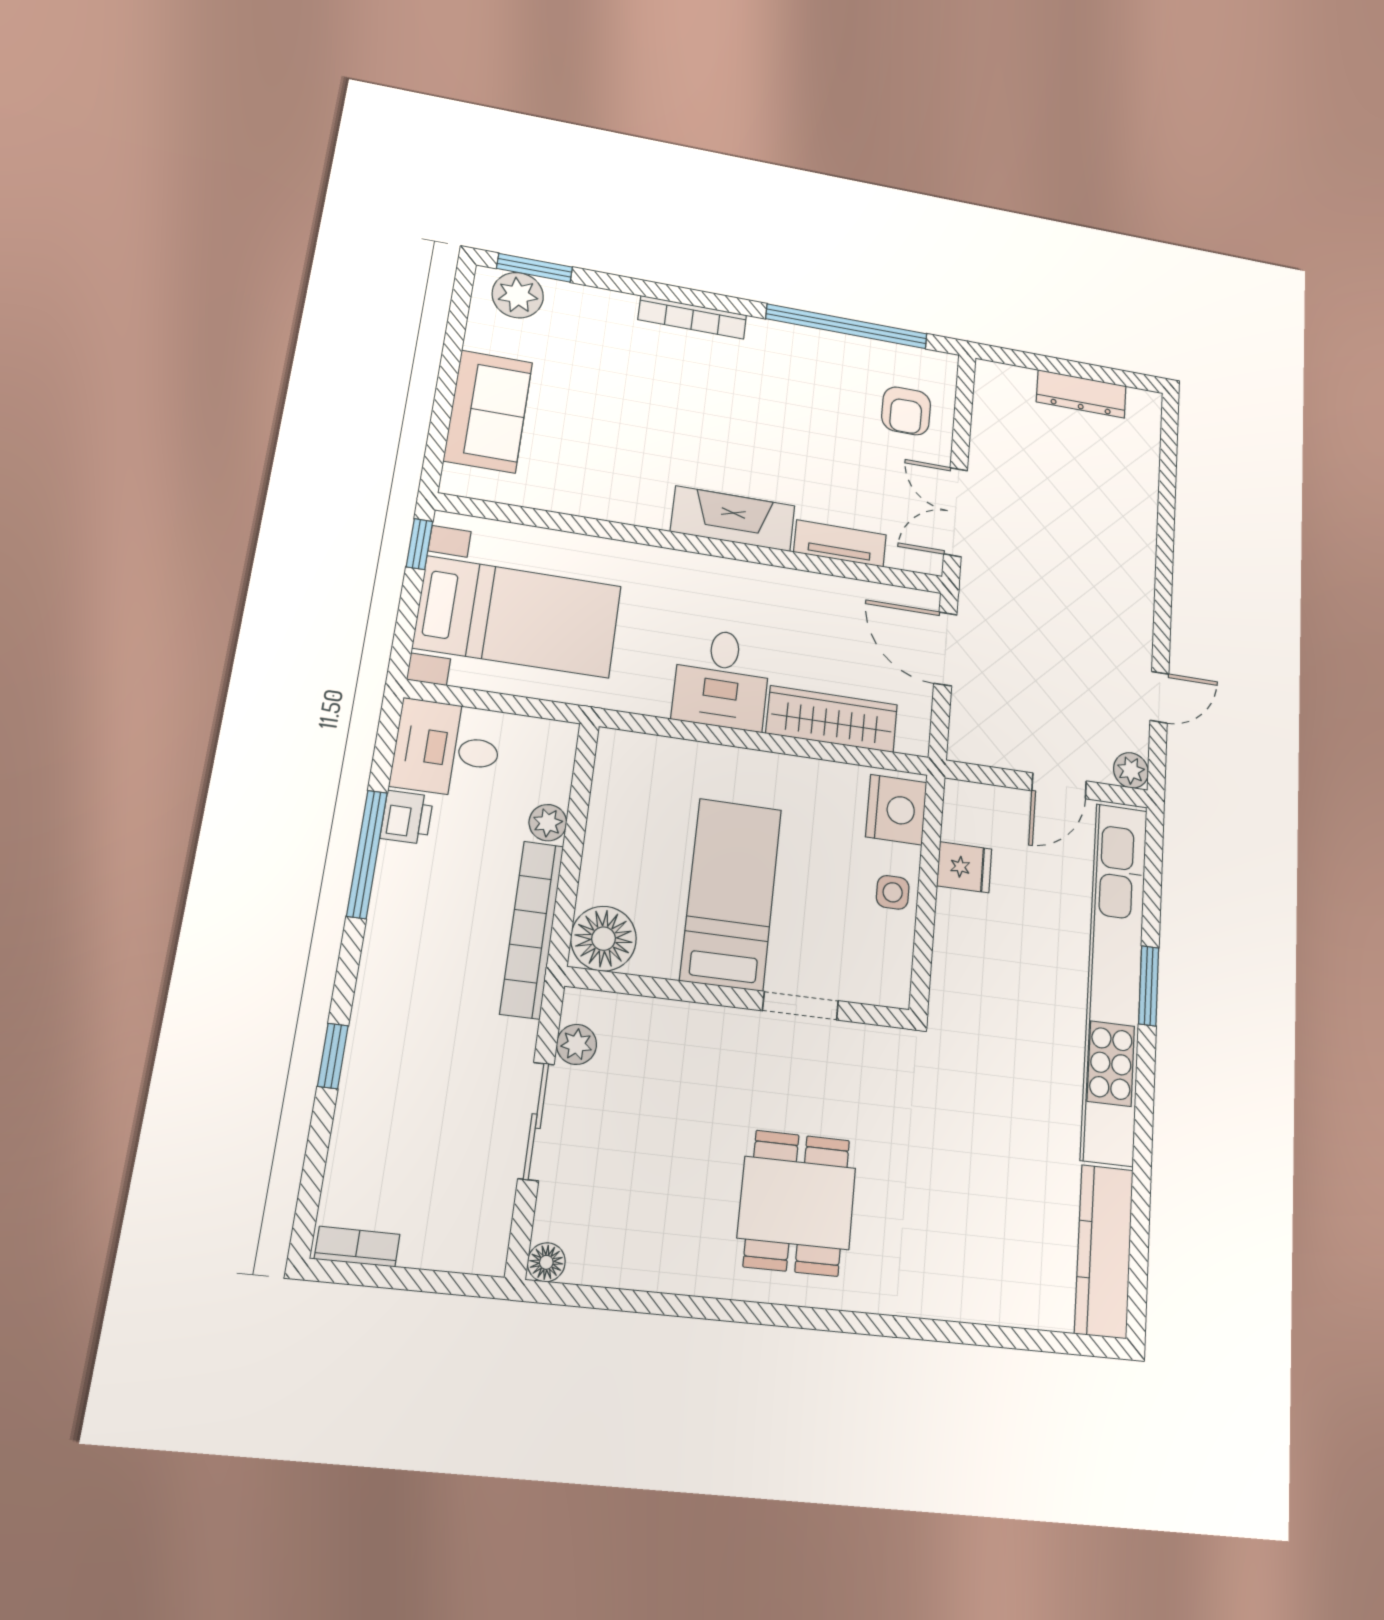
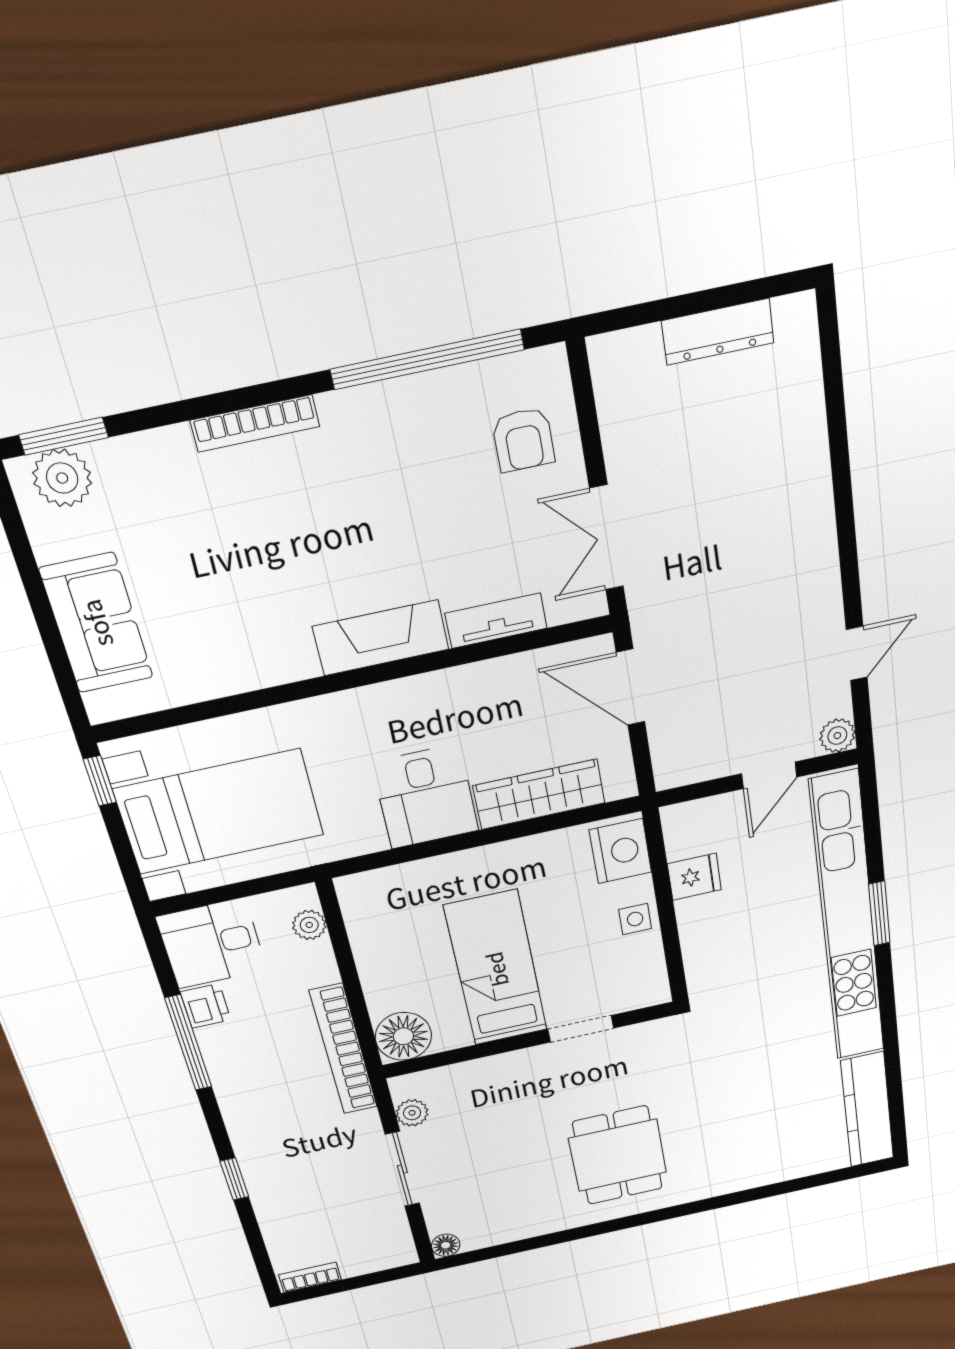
plant: (548, 823) -> (309, 925), moved

